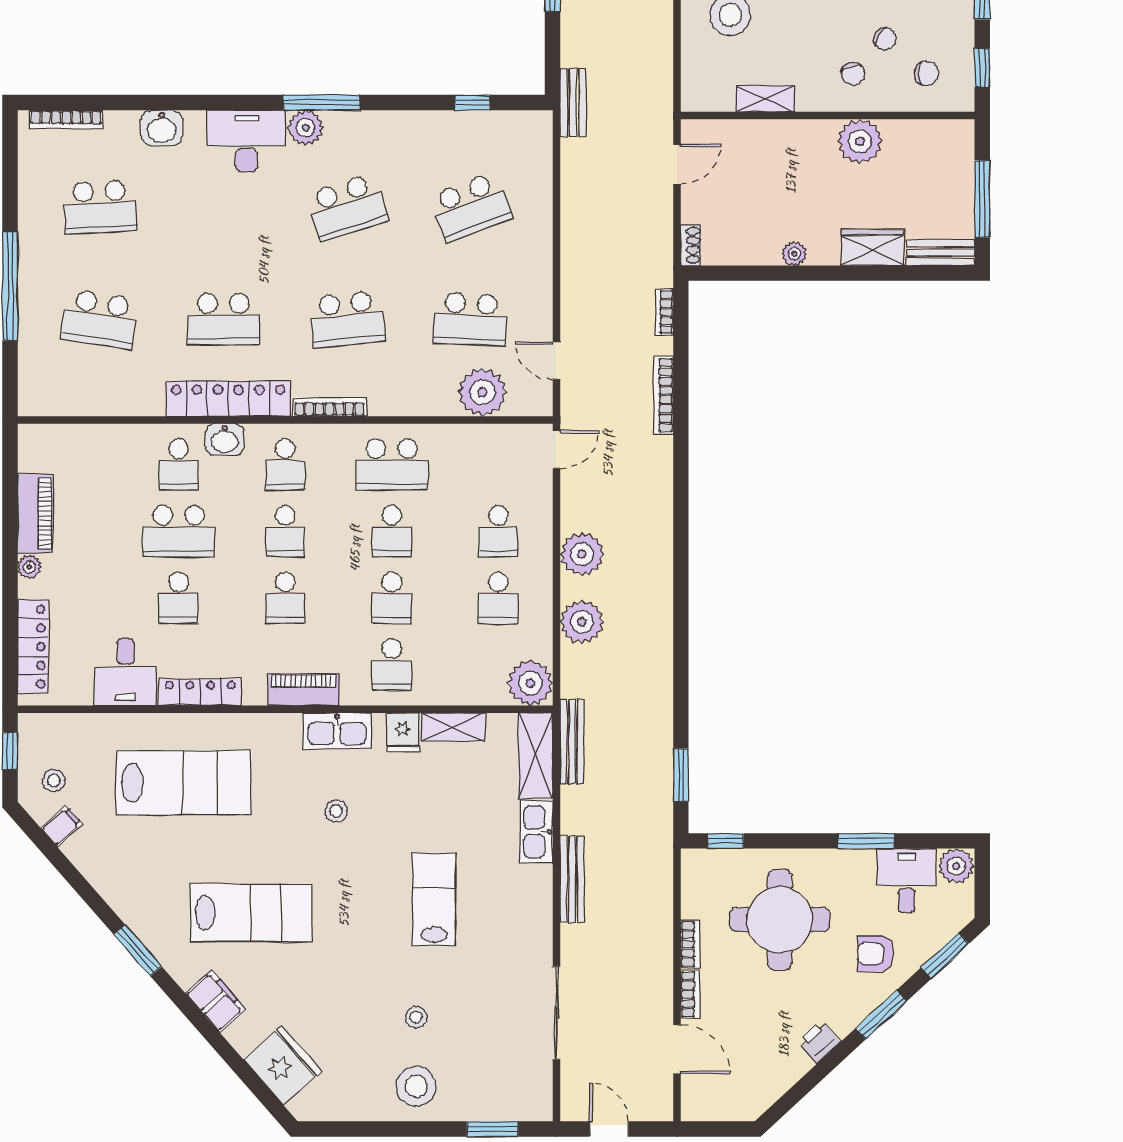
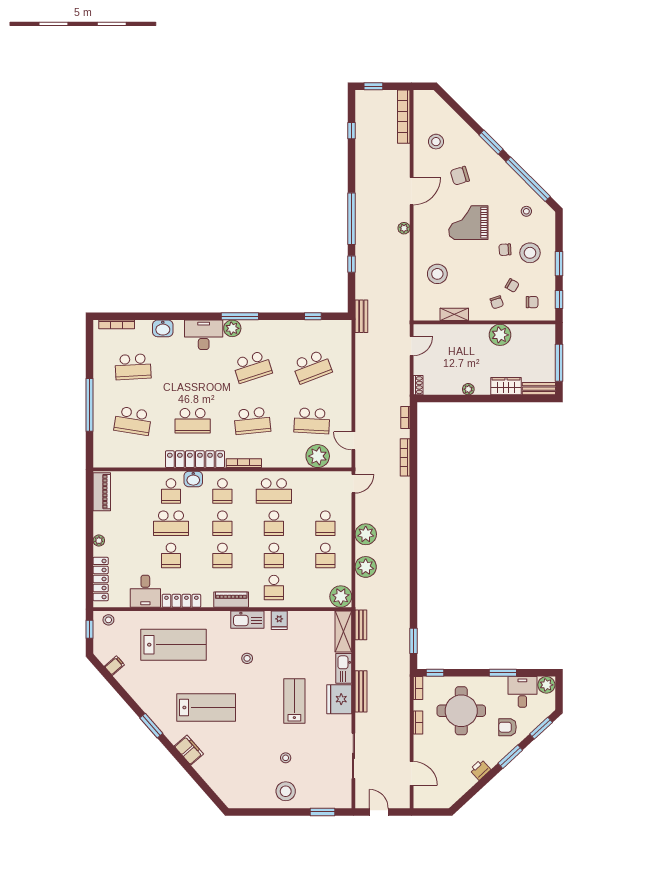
piano: (35, 513) -> (102, 492), moved
shelving: (453, 727) -> (303, 618), removed
bench: (572, 742) -> (361, 625), width x0.73
stool: (54, 780) -> (108, 620), moved
bookcase: (690, 994) -> (418, 688), moved
fridge: (283, 1065) -> (339, 699), moved, turned -139

